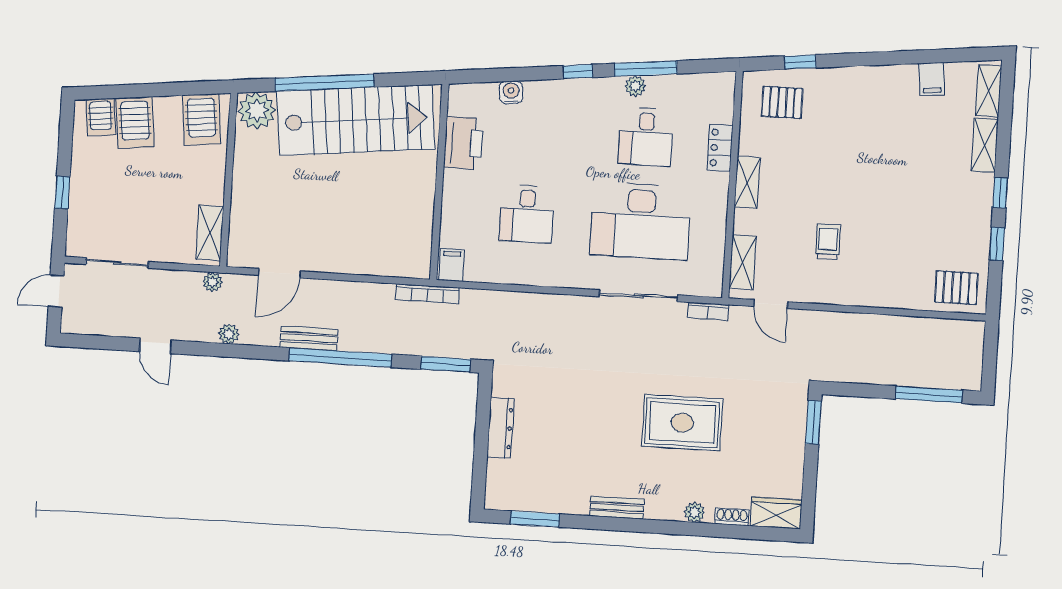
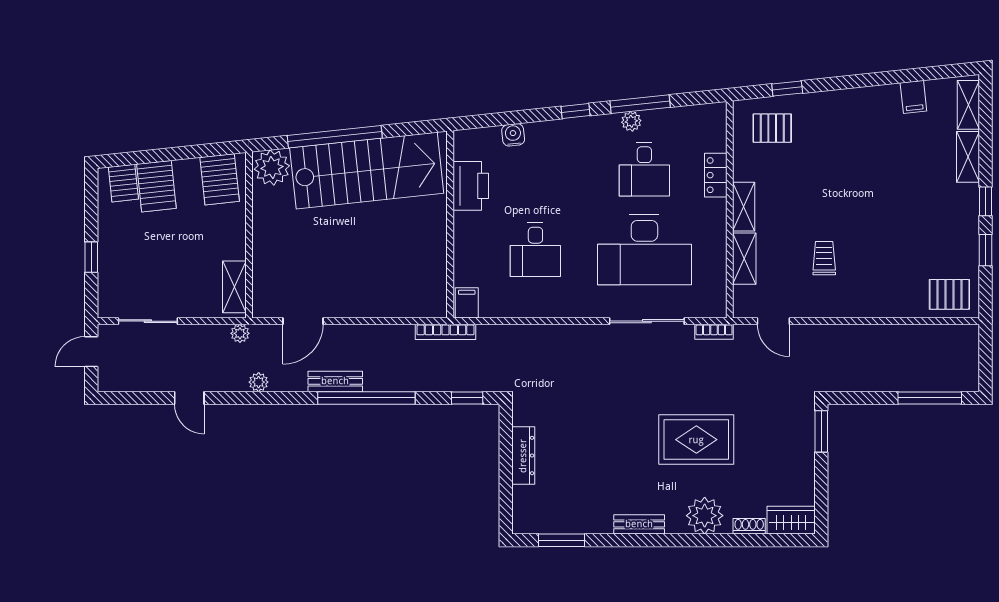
shelving: (743, 262) -> (744, 259), moved
window: (446, 364) -> (467, 398), width x0.67
plant: (694, 512) -> (705, 516), width x1.87, depth x1.87

